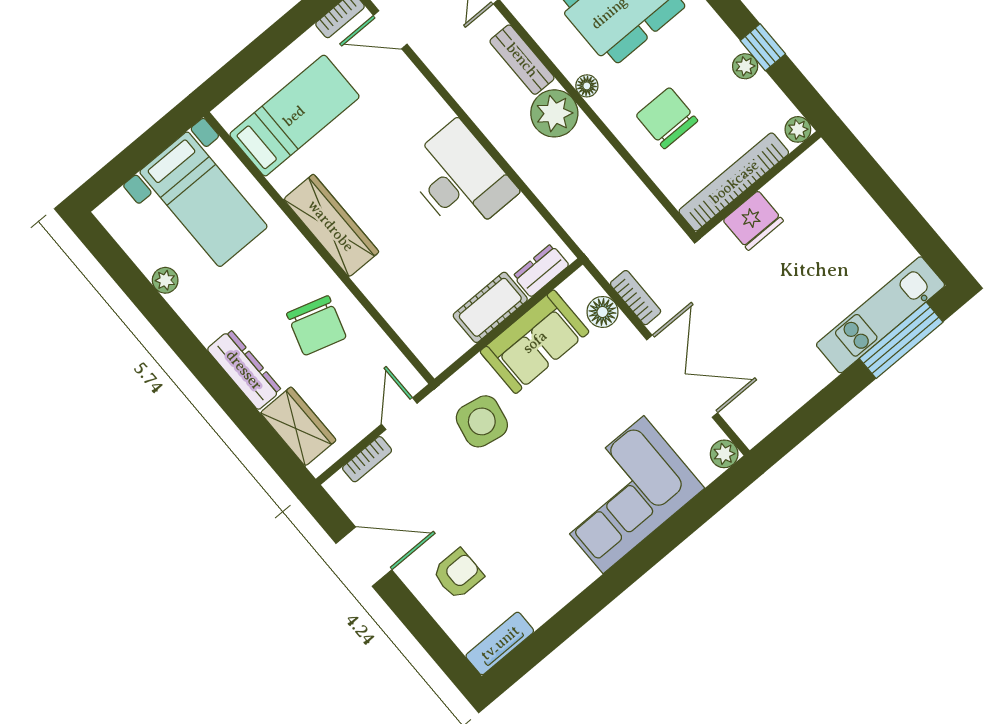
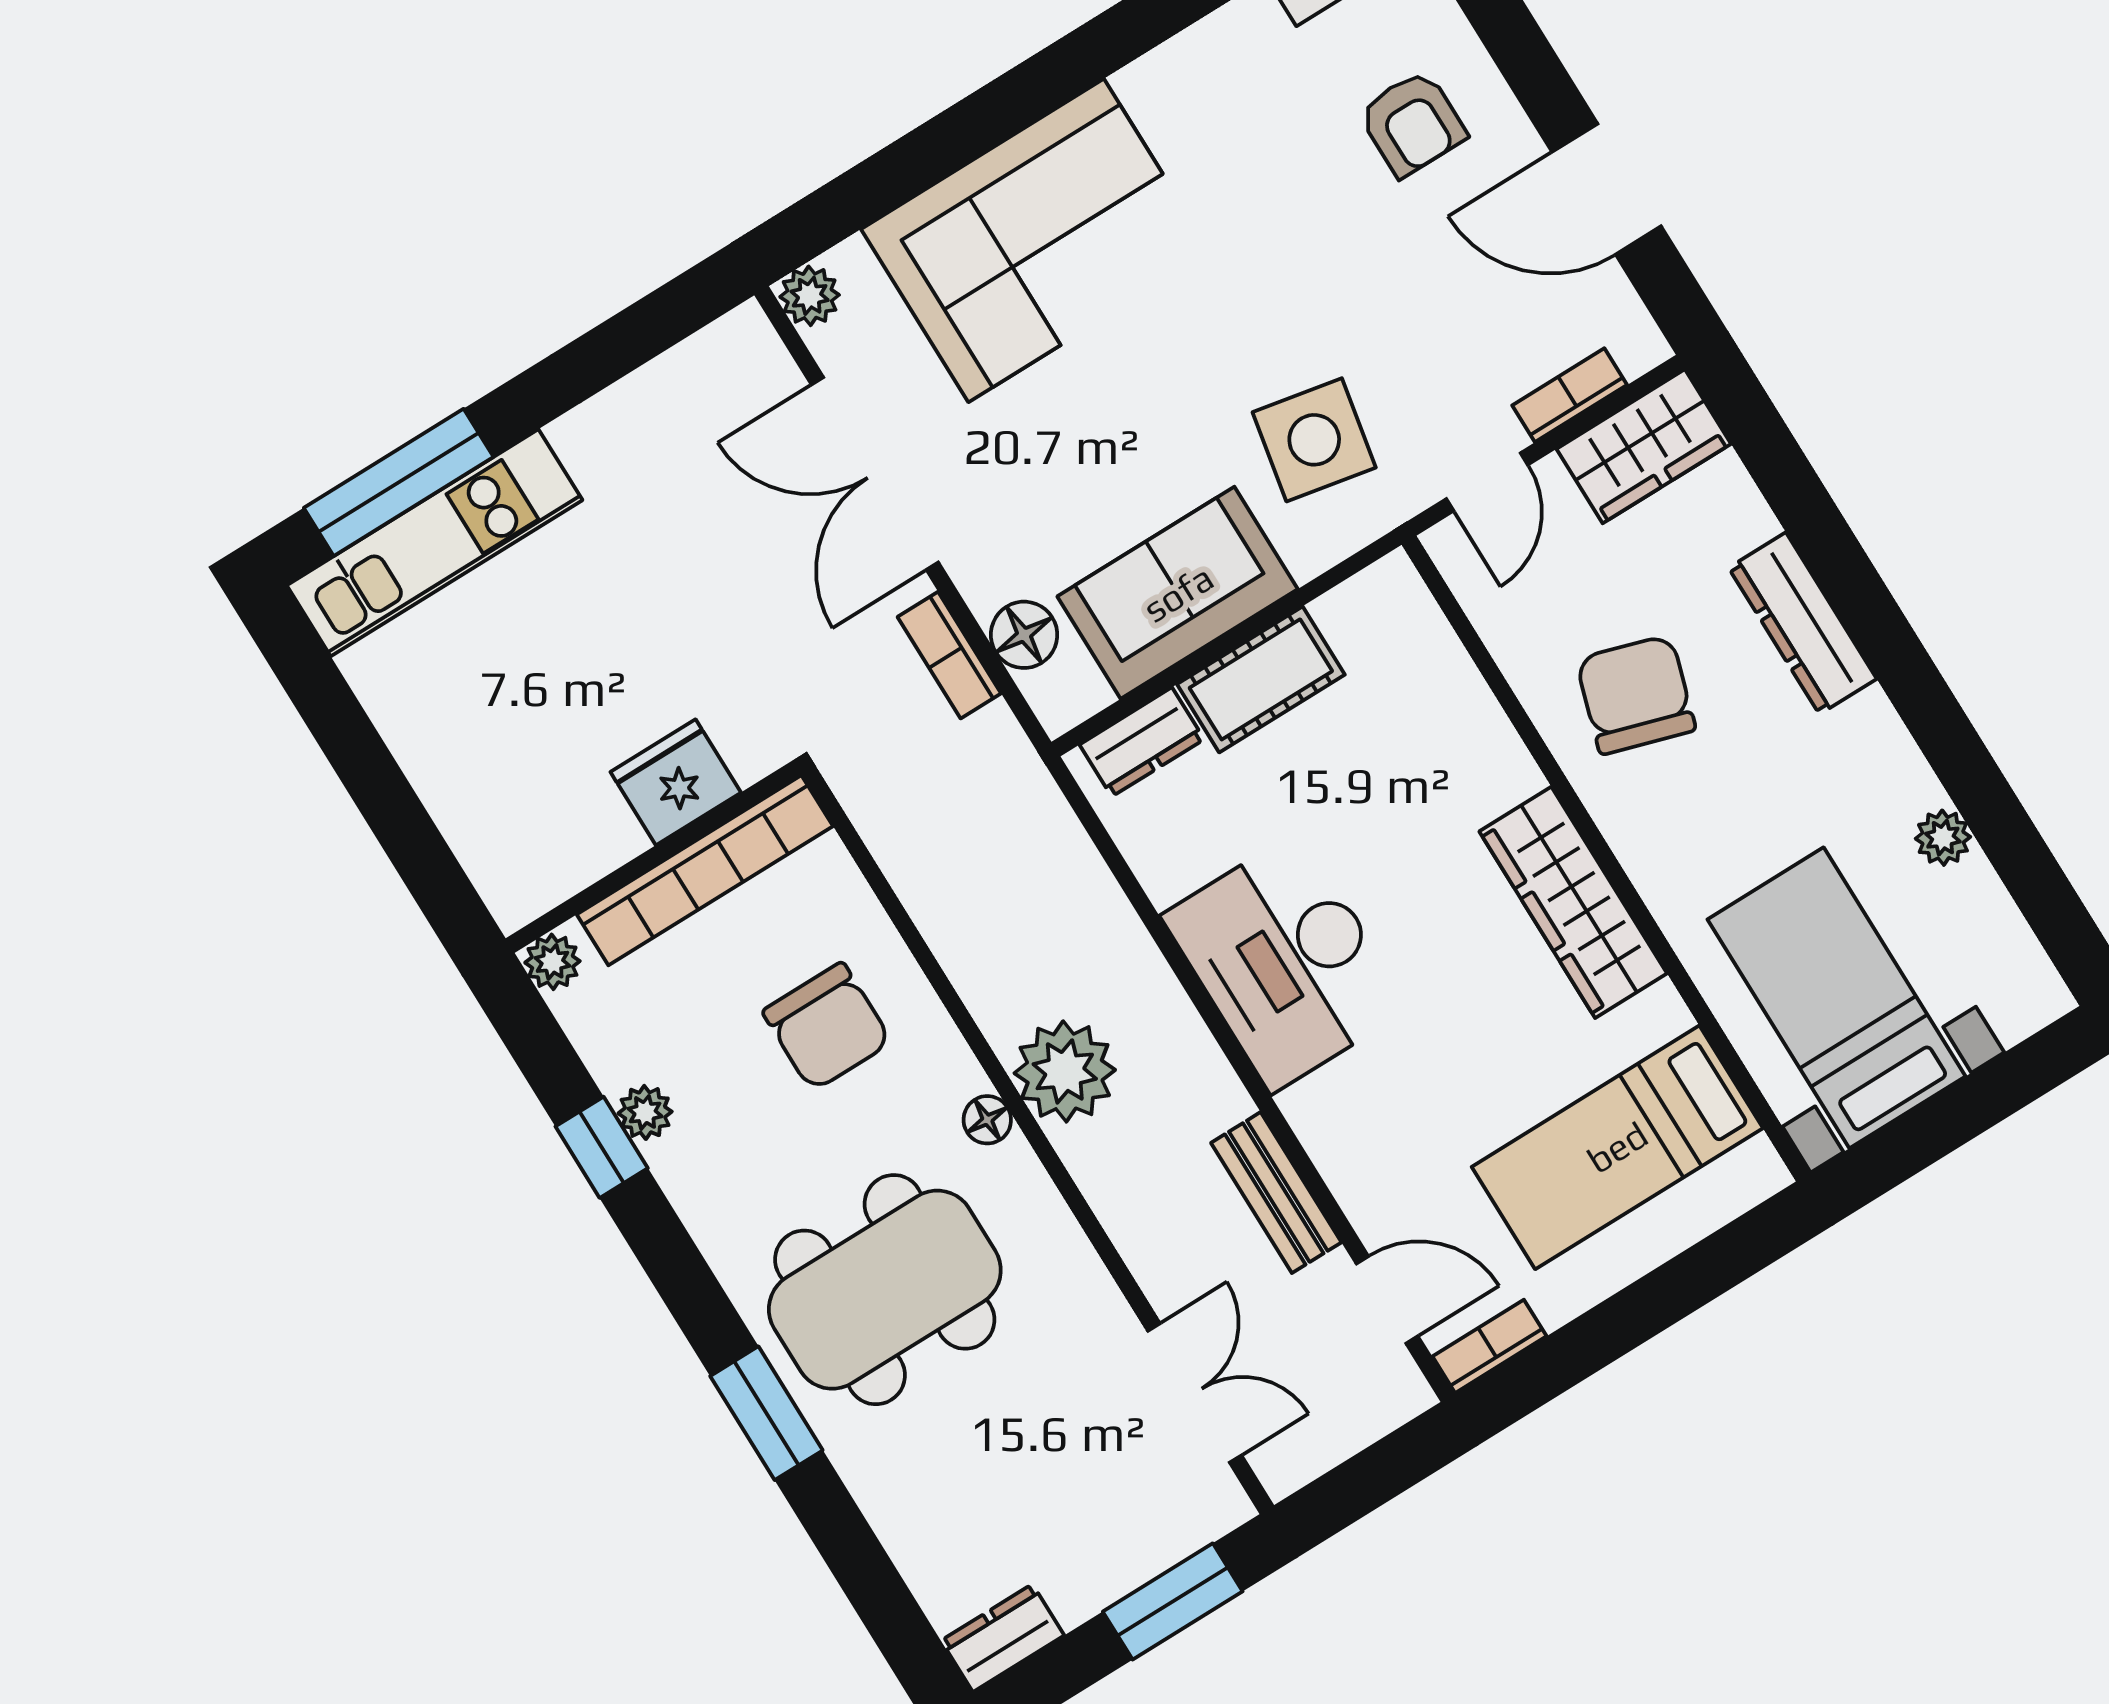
bench: (522, 60) -> (1276, 1193), moved
wardrobe: (298, 426) -> (1644, 446), moved, turned -90
armchair: (458, 574) -> (1412, 123), turned -90

